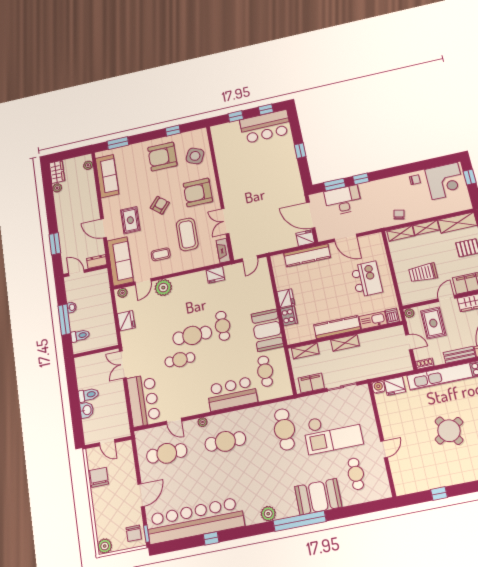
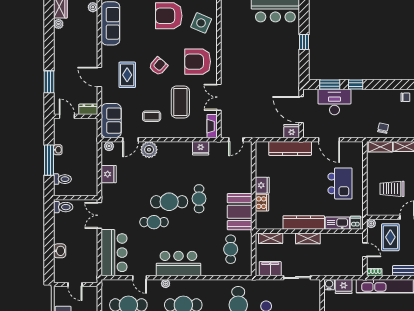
sofa: (120, 261) -> (111, 121), width x0.73
bar counter: (232, 394) -> (178, 264), moved
toilet: (88, 395) -> (63, 207), moved

